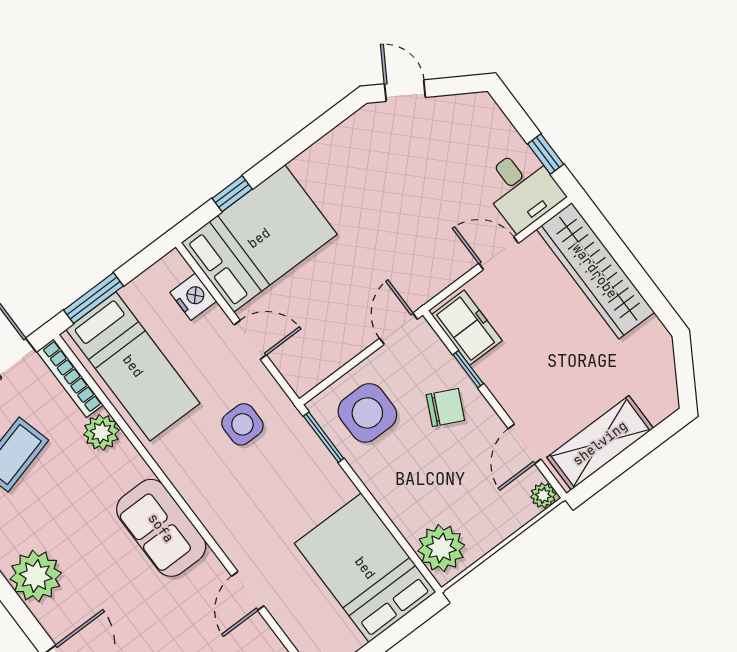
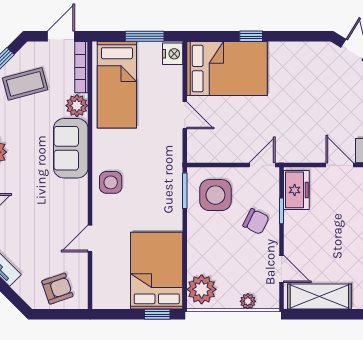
window: (232, 194) -> (251, 36), moved
nightstand: (193, 297) -> (173, 54), moved
window: (94, 298) -> (145, 36), moved
side table: (242, 424) -> (111, 182), moved
door: (525, 444) -> (282, 269), swing flipped
plant: (543, 495) -> (248, 301), moved
sofa: (161, 528) -> (71, 148), moved
window: (408, 624) -> (157, 314), added

